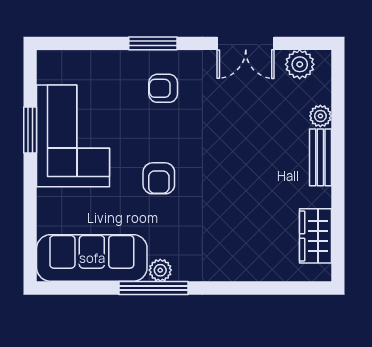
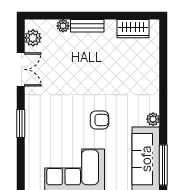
armchair: (163, 88) -> (47, 118), removed
window: (154, 288) -> (163, 165), moved

